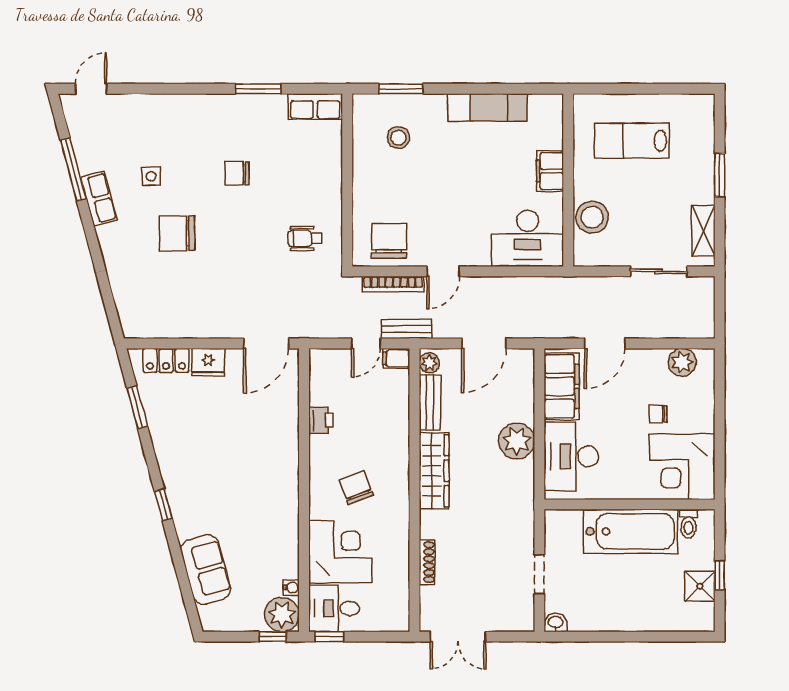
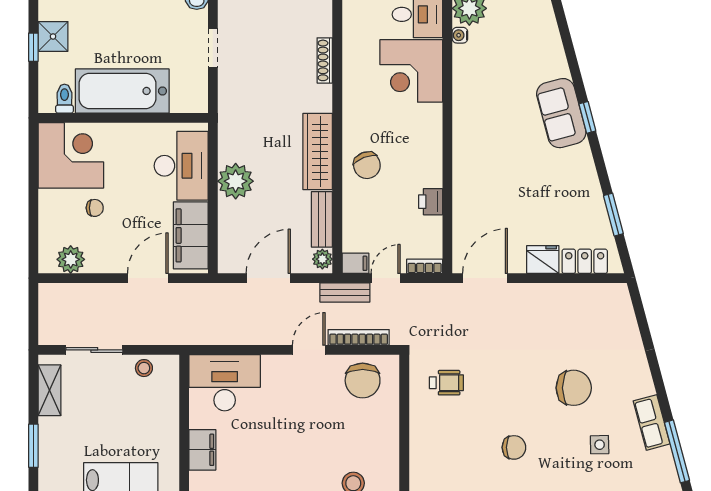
stool: (592, 217) -> (144, 368), moved, width x0.53, depth x0.53
bookcase: (327, 355) -> (425, 266), added
chair: (356, 488) -> (367, 165), moved
sofa: (206, 570) -> (561, 113), moved

